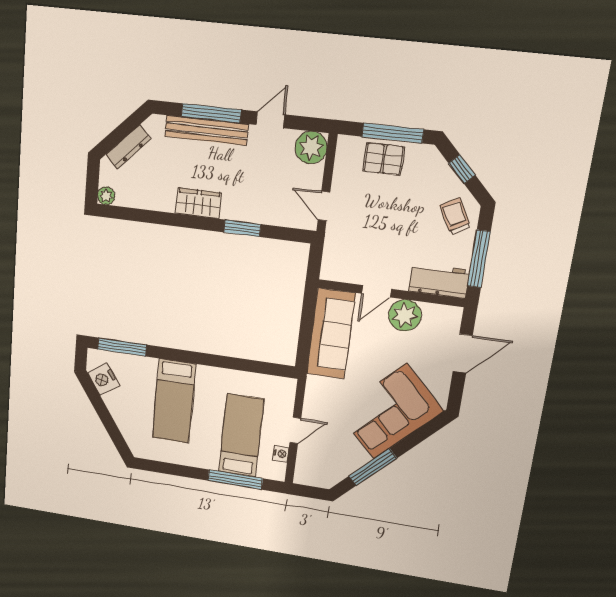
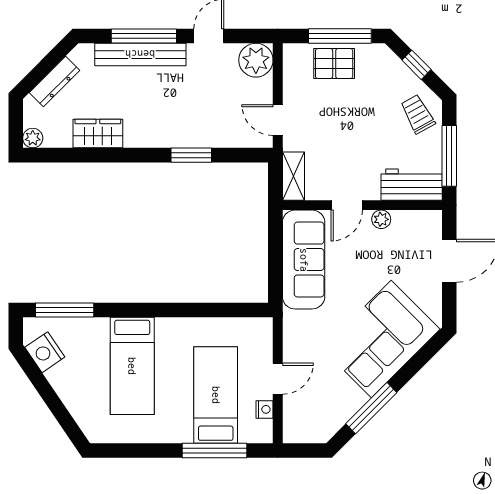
wardrobe: (198, 203) -> (98, 134), moved
shelving: (332, 259) -> (293, 176), added
plant: (405, 315) -> (381, 219), width x0.53, depth x0.53

